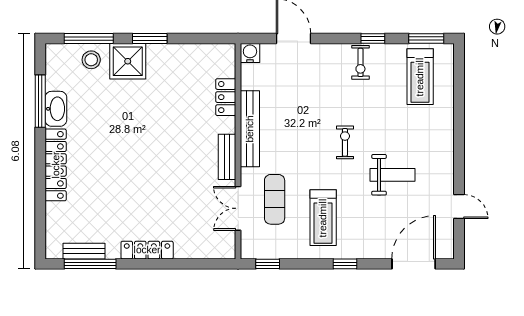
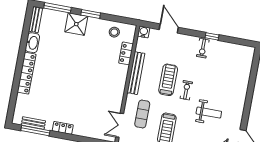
window: (426, 39) -> (241, 42), removed
stool: (91, 60) -> (114, 32), moved
treadmill: (420, 77) -> (168, 80), moved, turned 180
window: (40, 101) -> (25, 37), removed
bench: (227, 157) -> (35, 20), moved
double door: (238, 208) -> (120, 125), moved
locker: (147, 250) -> (63, 128), width x0.66

